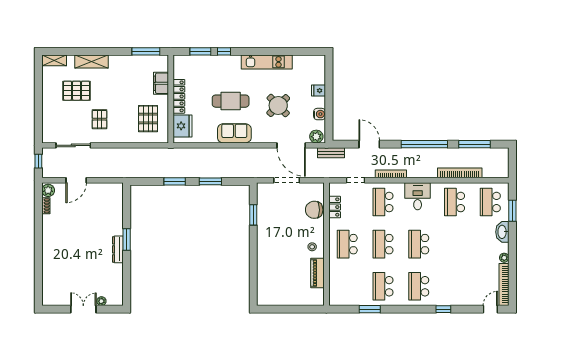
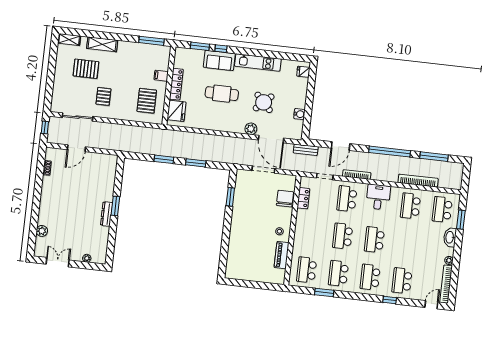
filing cabinet: (161, 83) -> (161, 76), width x0.50
fridge: (318, 91) -> (303, 72), moved
sofa: (234, 133) -> (219, 60), moved, turned 180
plant: (316, 137) -> (251, 129), moved
door: (369, 144) -> (341, 146), swing flipped
plant: (48, 190) -> (42, 231), moved
chair: (314, 210) -> (285, 199), turned 90
school desk: (347, 244) -> (307, 270), moved
school desk: (455, 286) -> (402, 281), added
double door: (83, 309) -> (58, 262), moved

